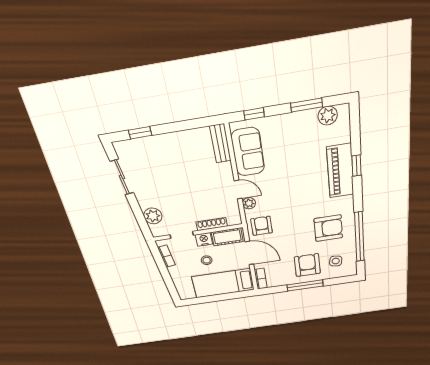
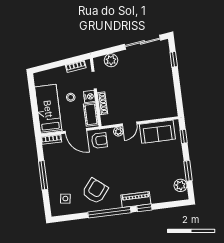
bench: (220, 143) -> (164, 113), removed
piano: (340, 171) -> (136, 200), width x0.73, depth x0.75
sliding door: (122, 177) -> (142, 42), width x1.37
armchair: (328, 228) -> (95, 191), turned -141
window: (359, 237) -> (109, 212), moved
door: (249, 253) -> (76, 131), hinge flipped
armchair: (307, 265) -> (63, 176), removed

